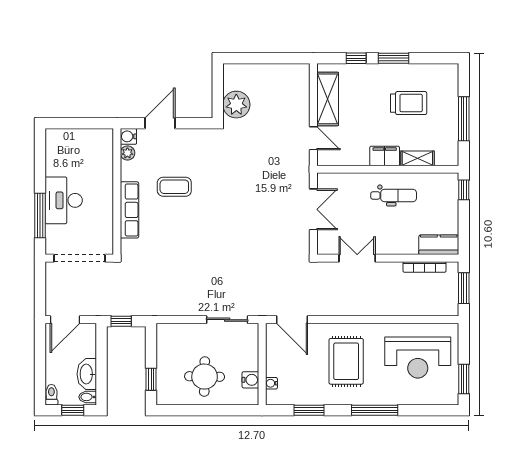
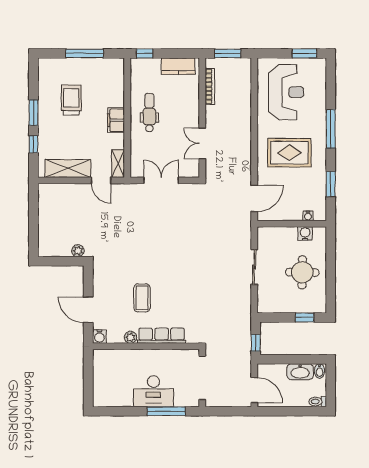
plant: (236, 105) -> (78, 251), width x0.53, depth x0.53
door: (313, 138) -> (101, 180), swing flipped
plant: (127, 153) -> (131, 337), moved
shelving: (417, 158) -> (118, 163), moved
kitchen counter: (439, 245) -> (178, 66), moved, turned -90
sliding door: (227, 320) -> (254, 267), moved
window: (73, 410) -> (331, 384), removed

